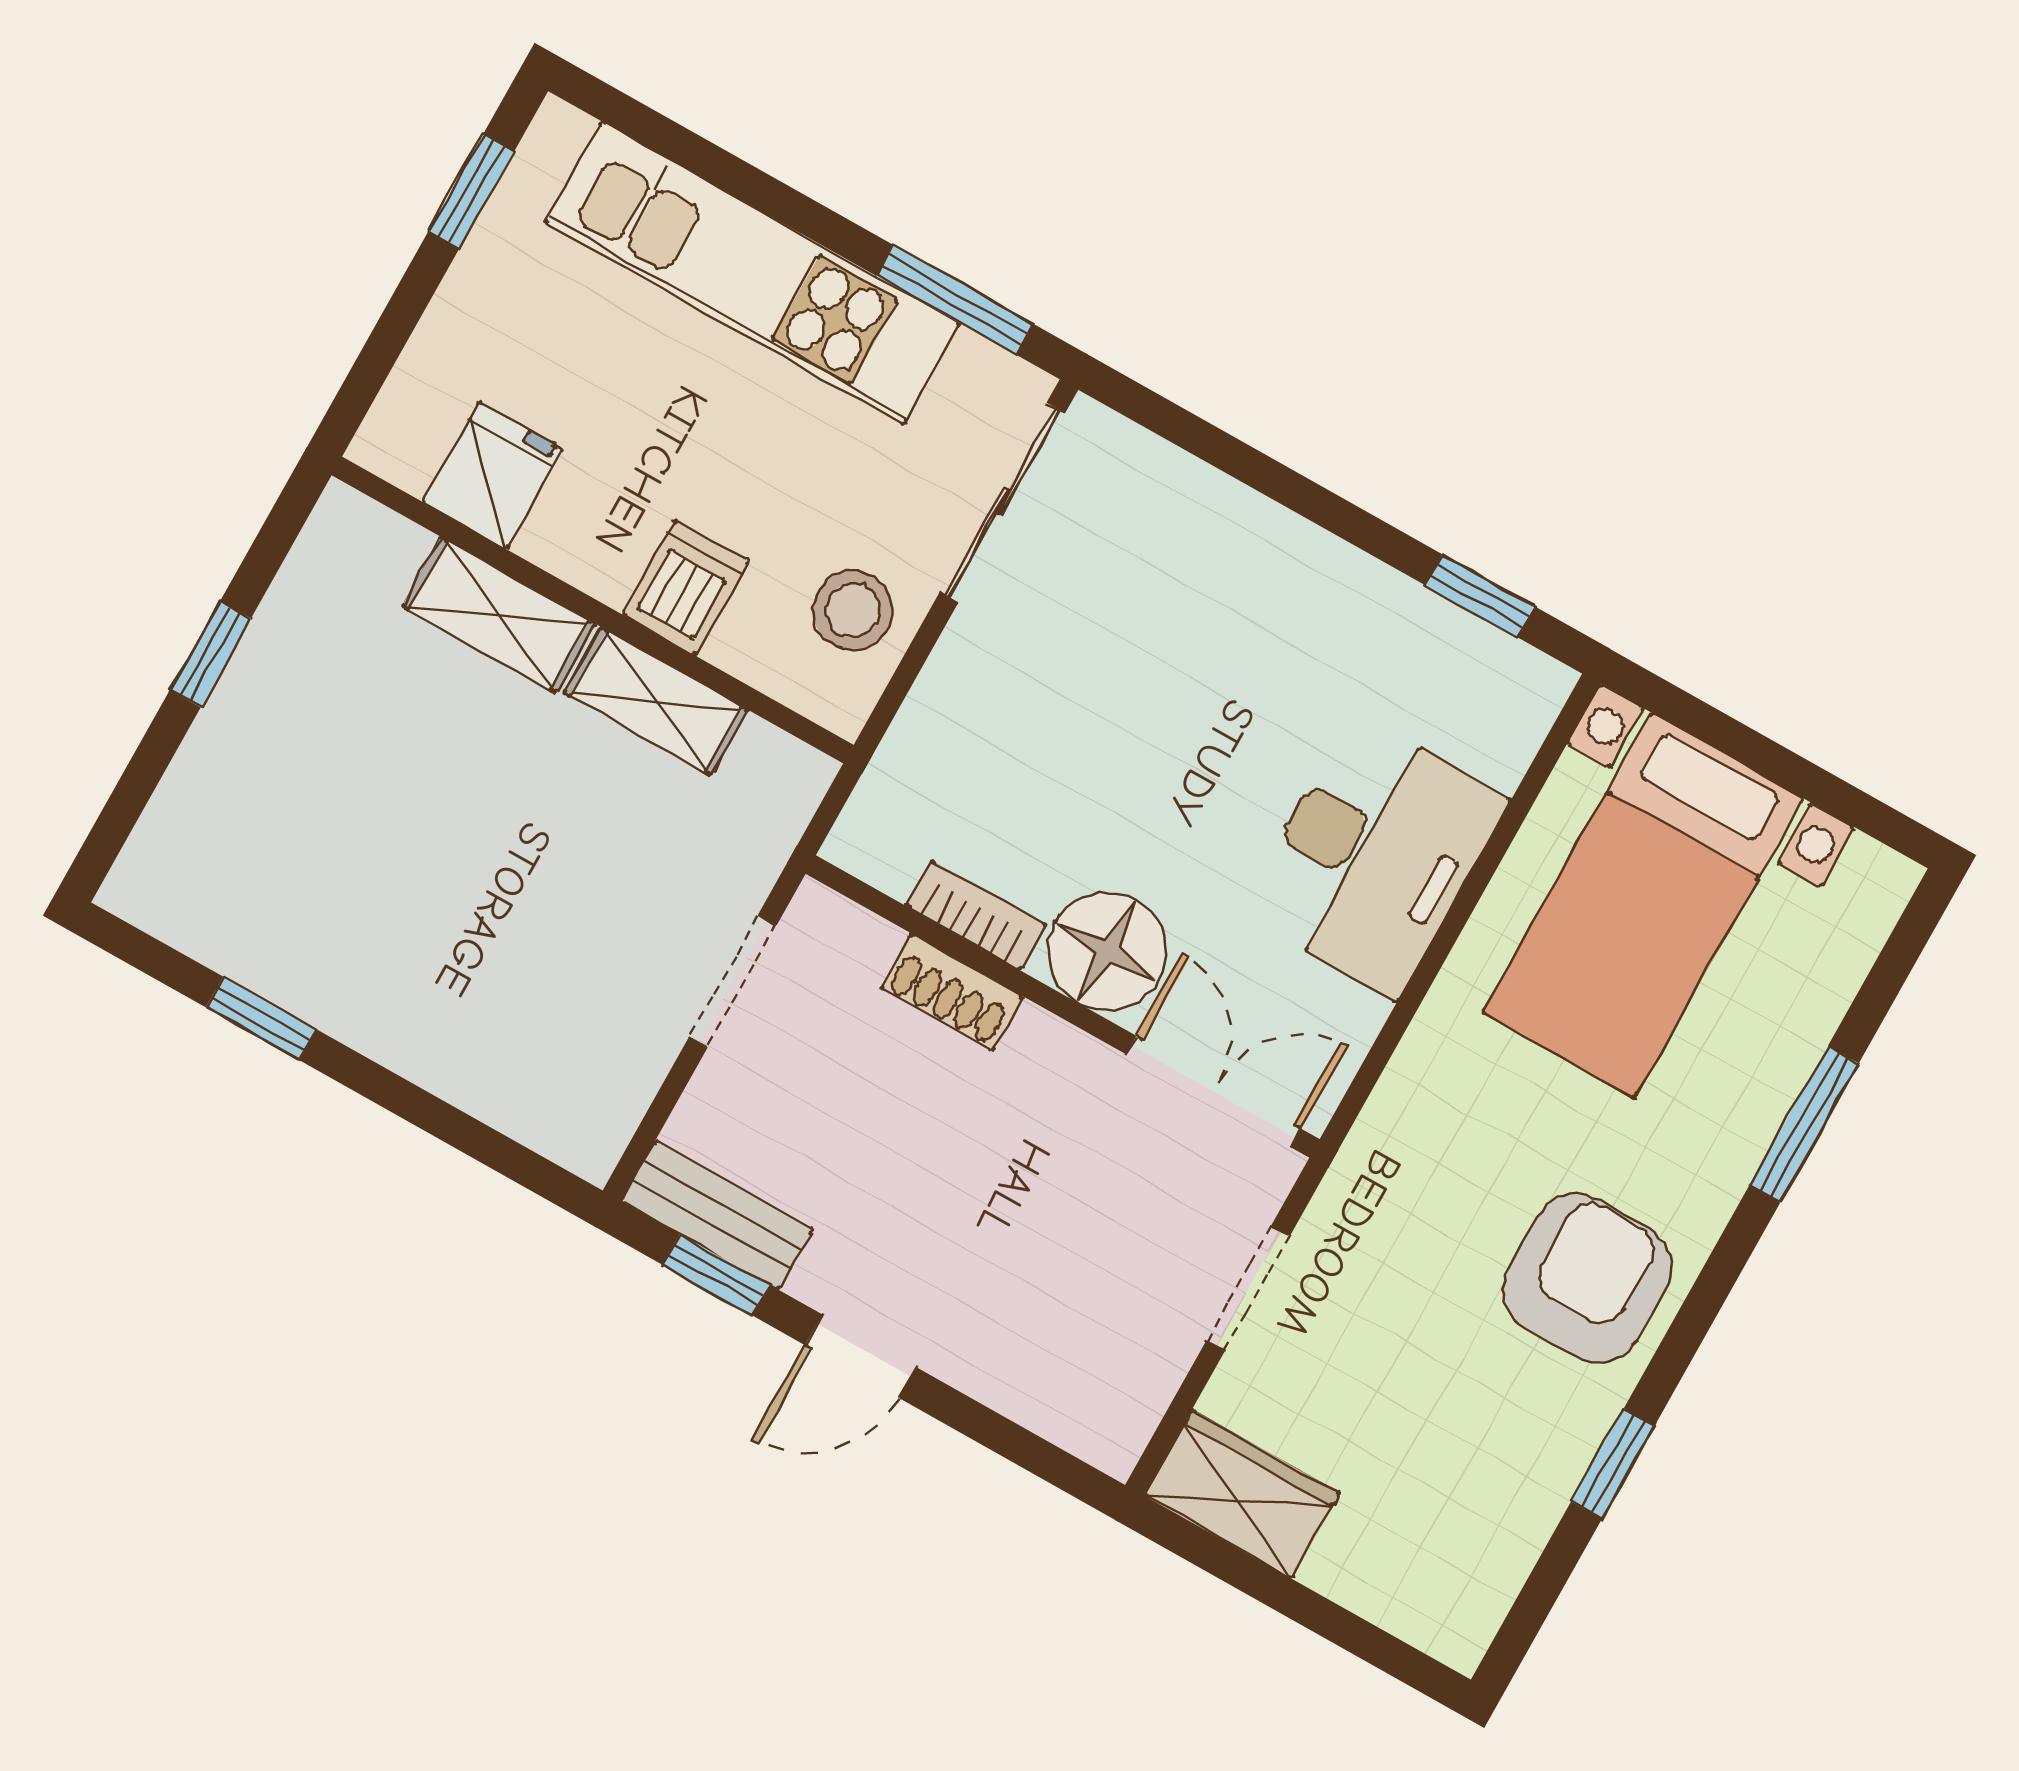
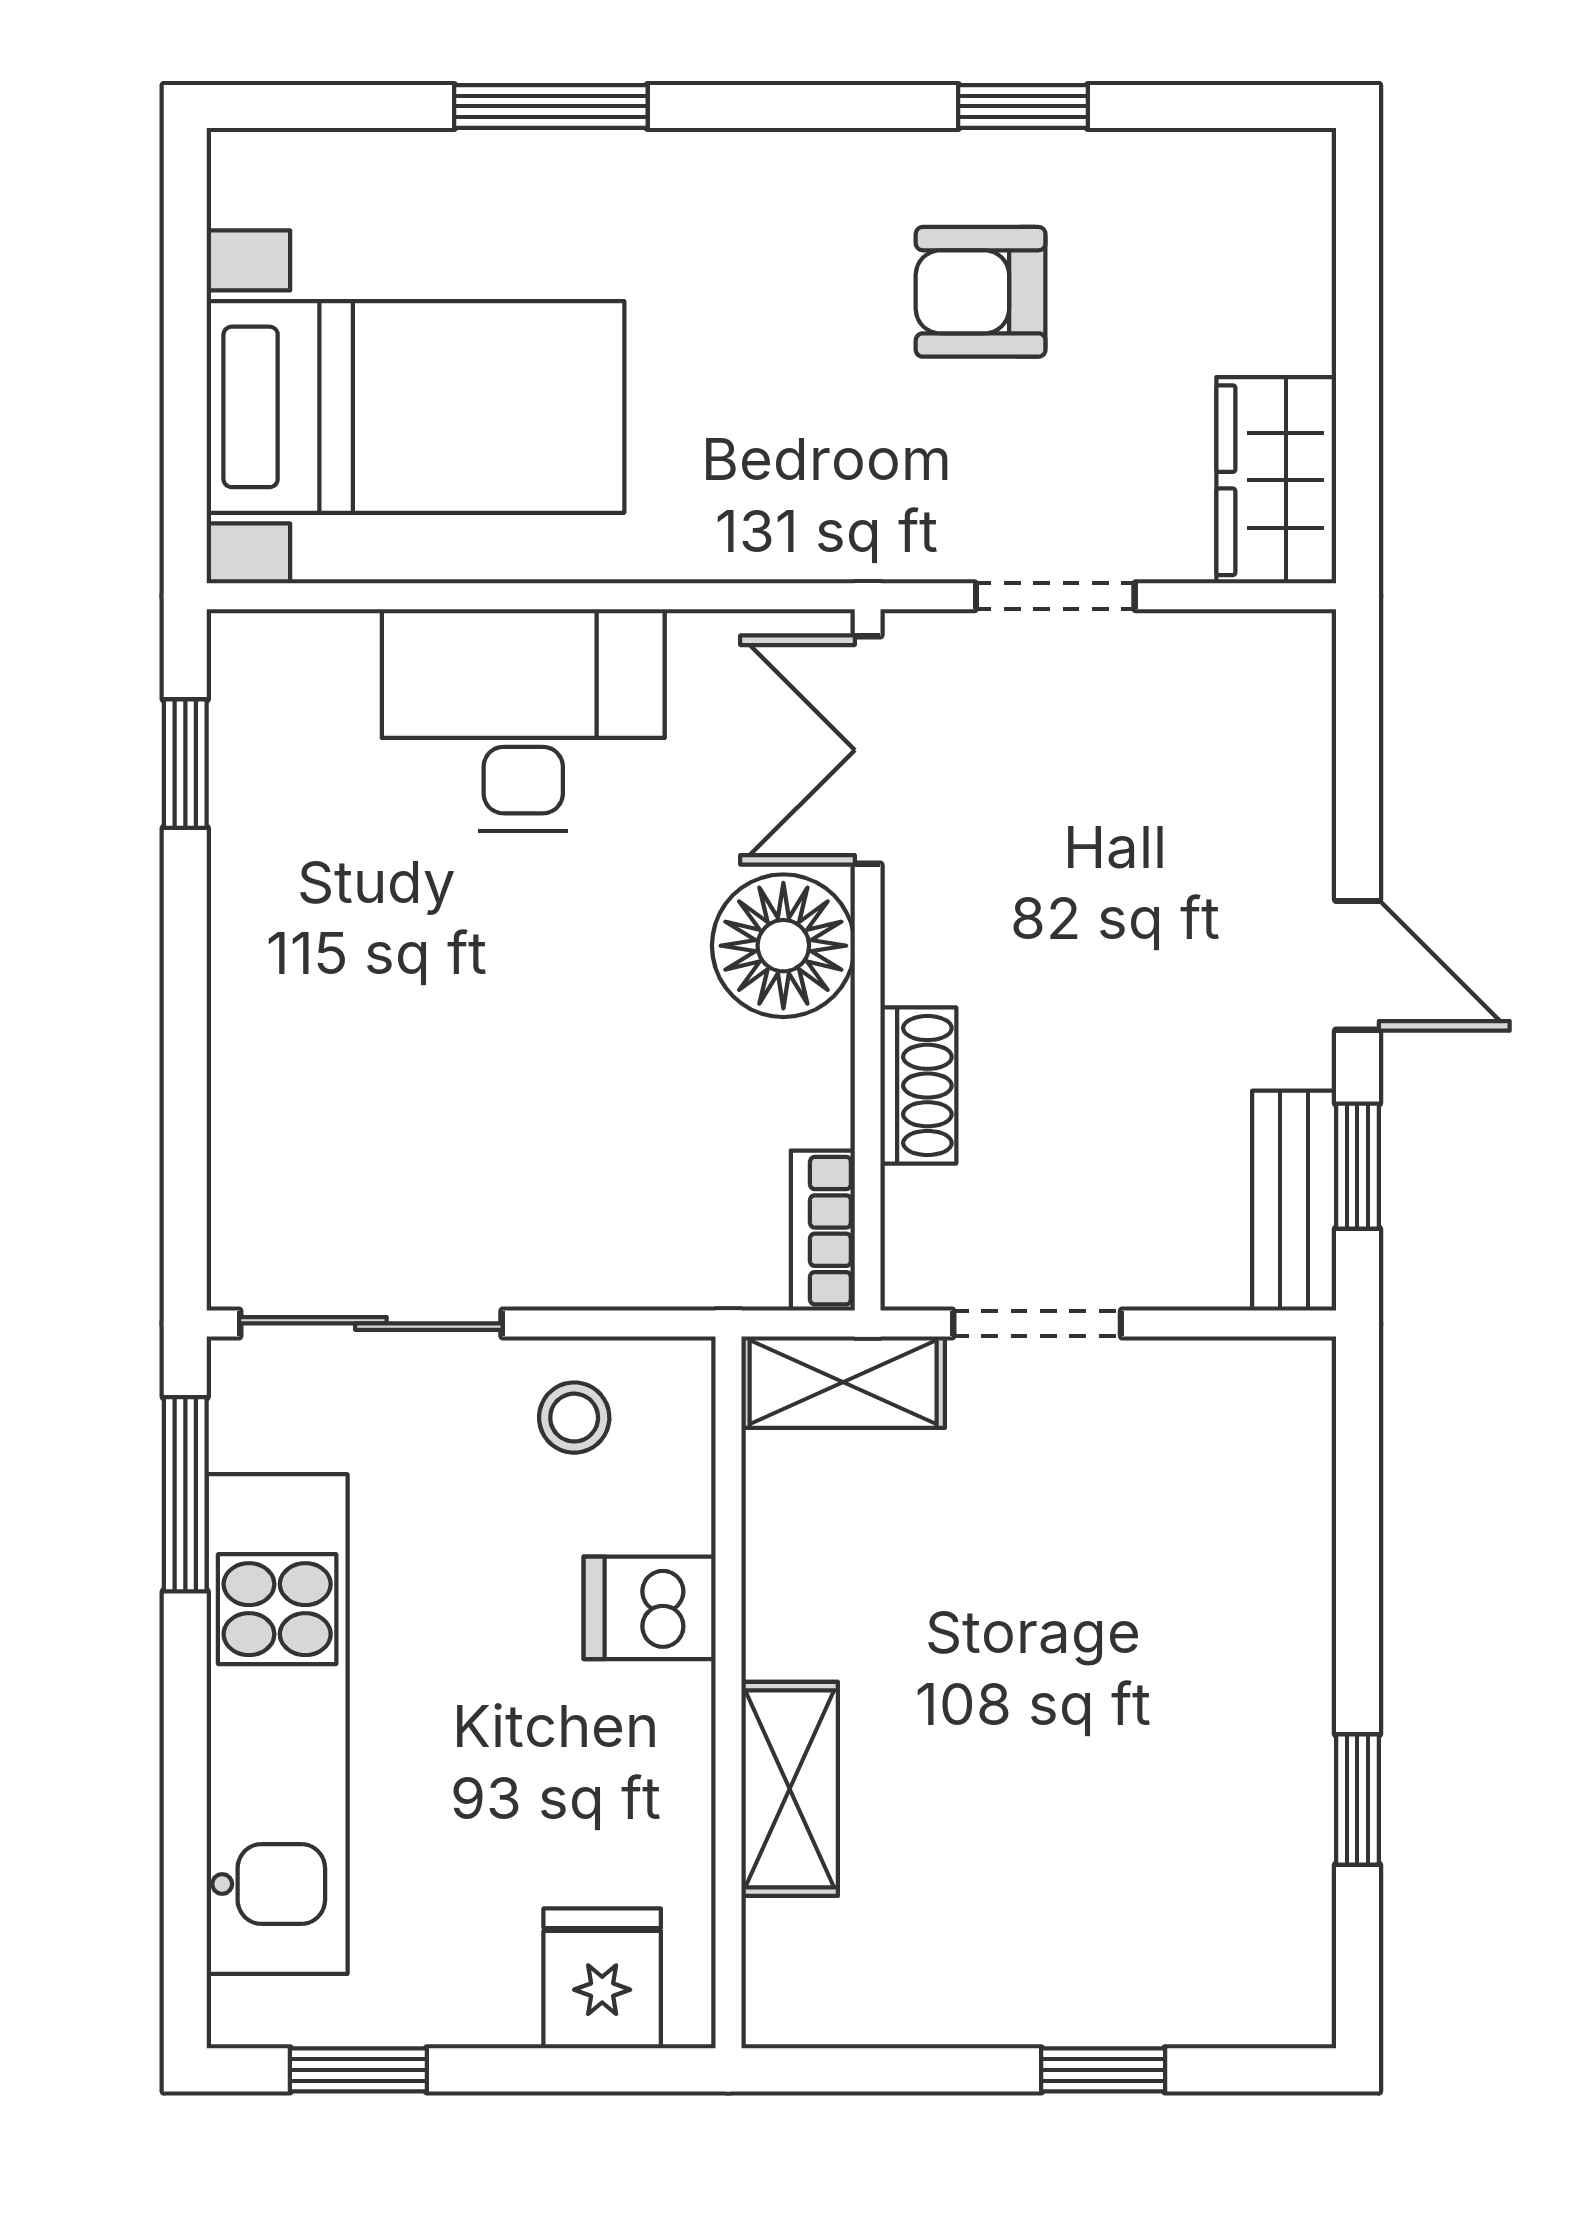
fridge: (493, 475) -> (602, 1978), moved, turned 90
stool: (853, 610) -> (574, 1418), width x0.73, depth x0.73
window: (210, 654) -> (1103, 2070), moved
shelving: (656, 701) -> (843, 1382), moved, turned 90
bookcase: (976, 915) -> (823, 1231), moved
armchair: (1587, 1278) -> (981, 292), moved, width x0.72, depth x0.72

